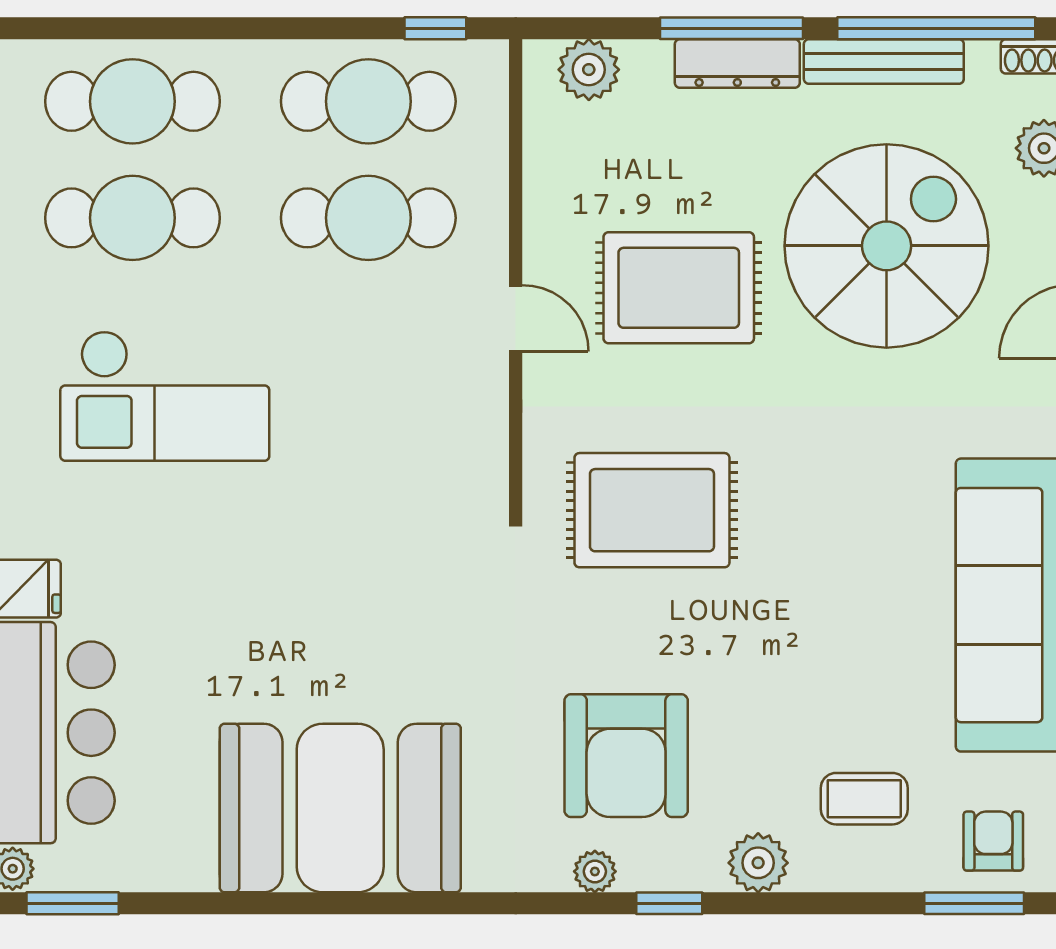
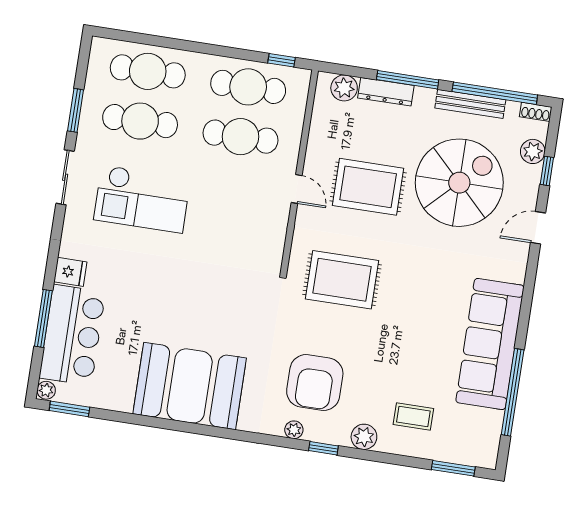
dresser: (737, 63) -> (386, 92), moved
armchair: (993, 841) -> (466, 443), removed

